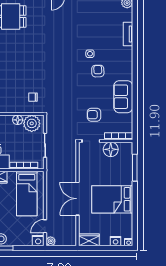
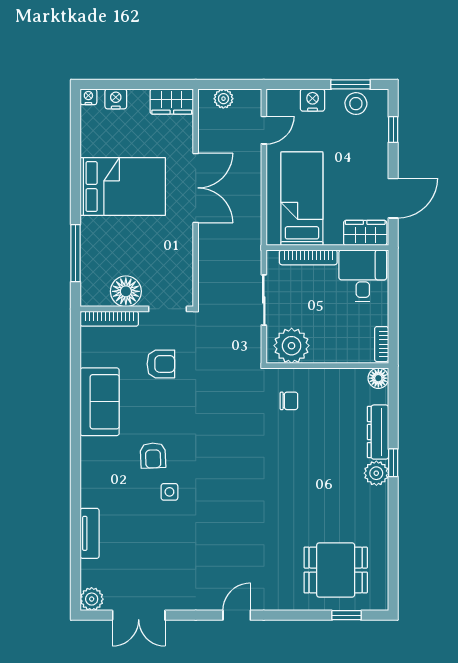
floor lamp: (18, 120) -> (321, 353), removed
nightstand: (38, 241) -> (313, 100), moved
plant: (51, 241) -> (223, 99), moved

